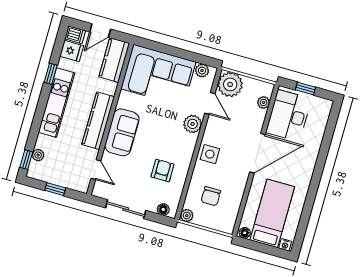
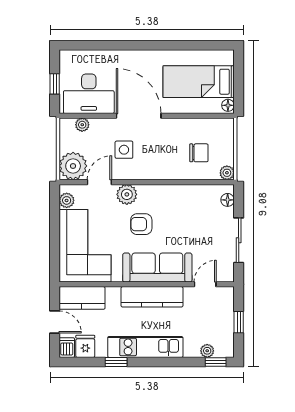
sofa: (122, 132) -> (157, 268), width x1.36
side table: (210, 154) -> (124, 150), moved
armchair: (162, 170) -> (141, 224), moved
nightstand: (285, 245) -> (228, 58), removed

